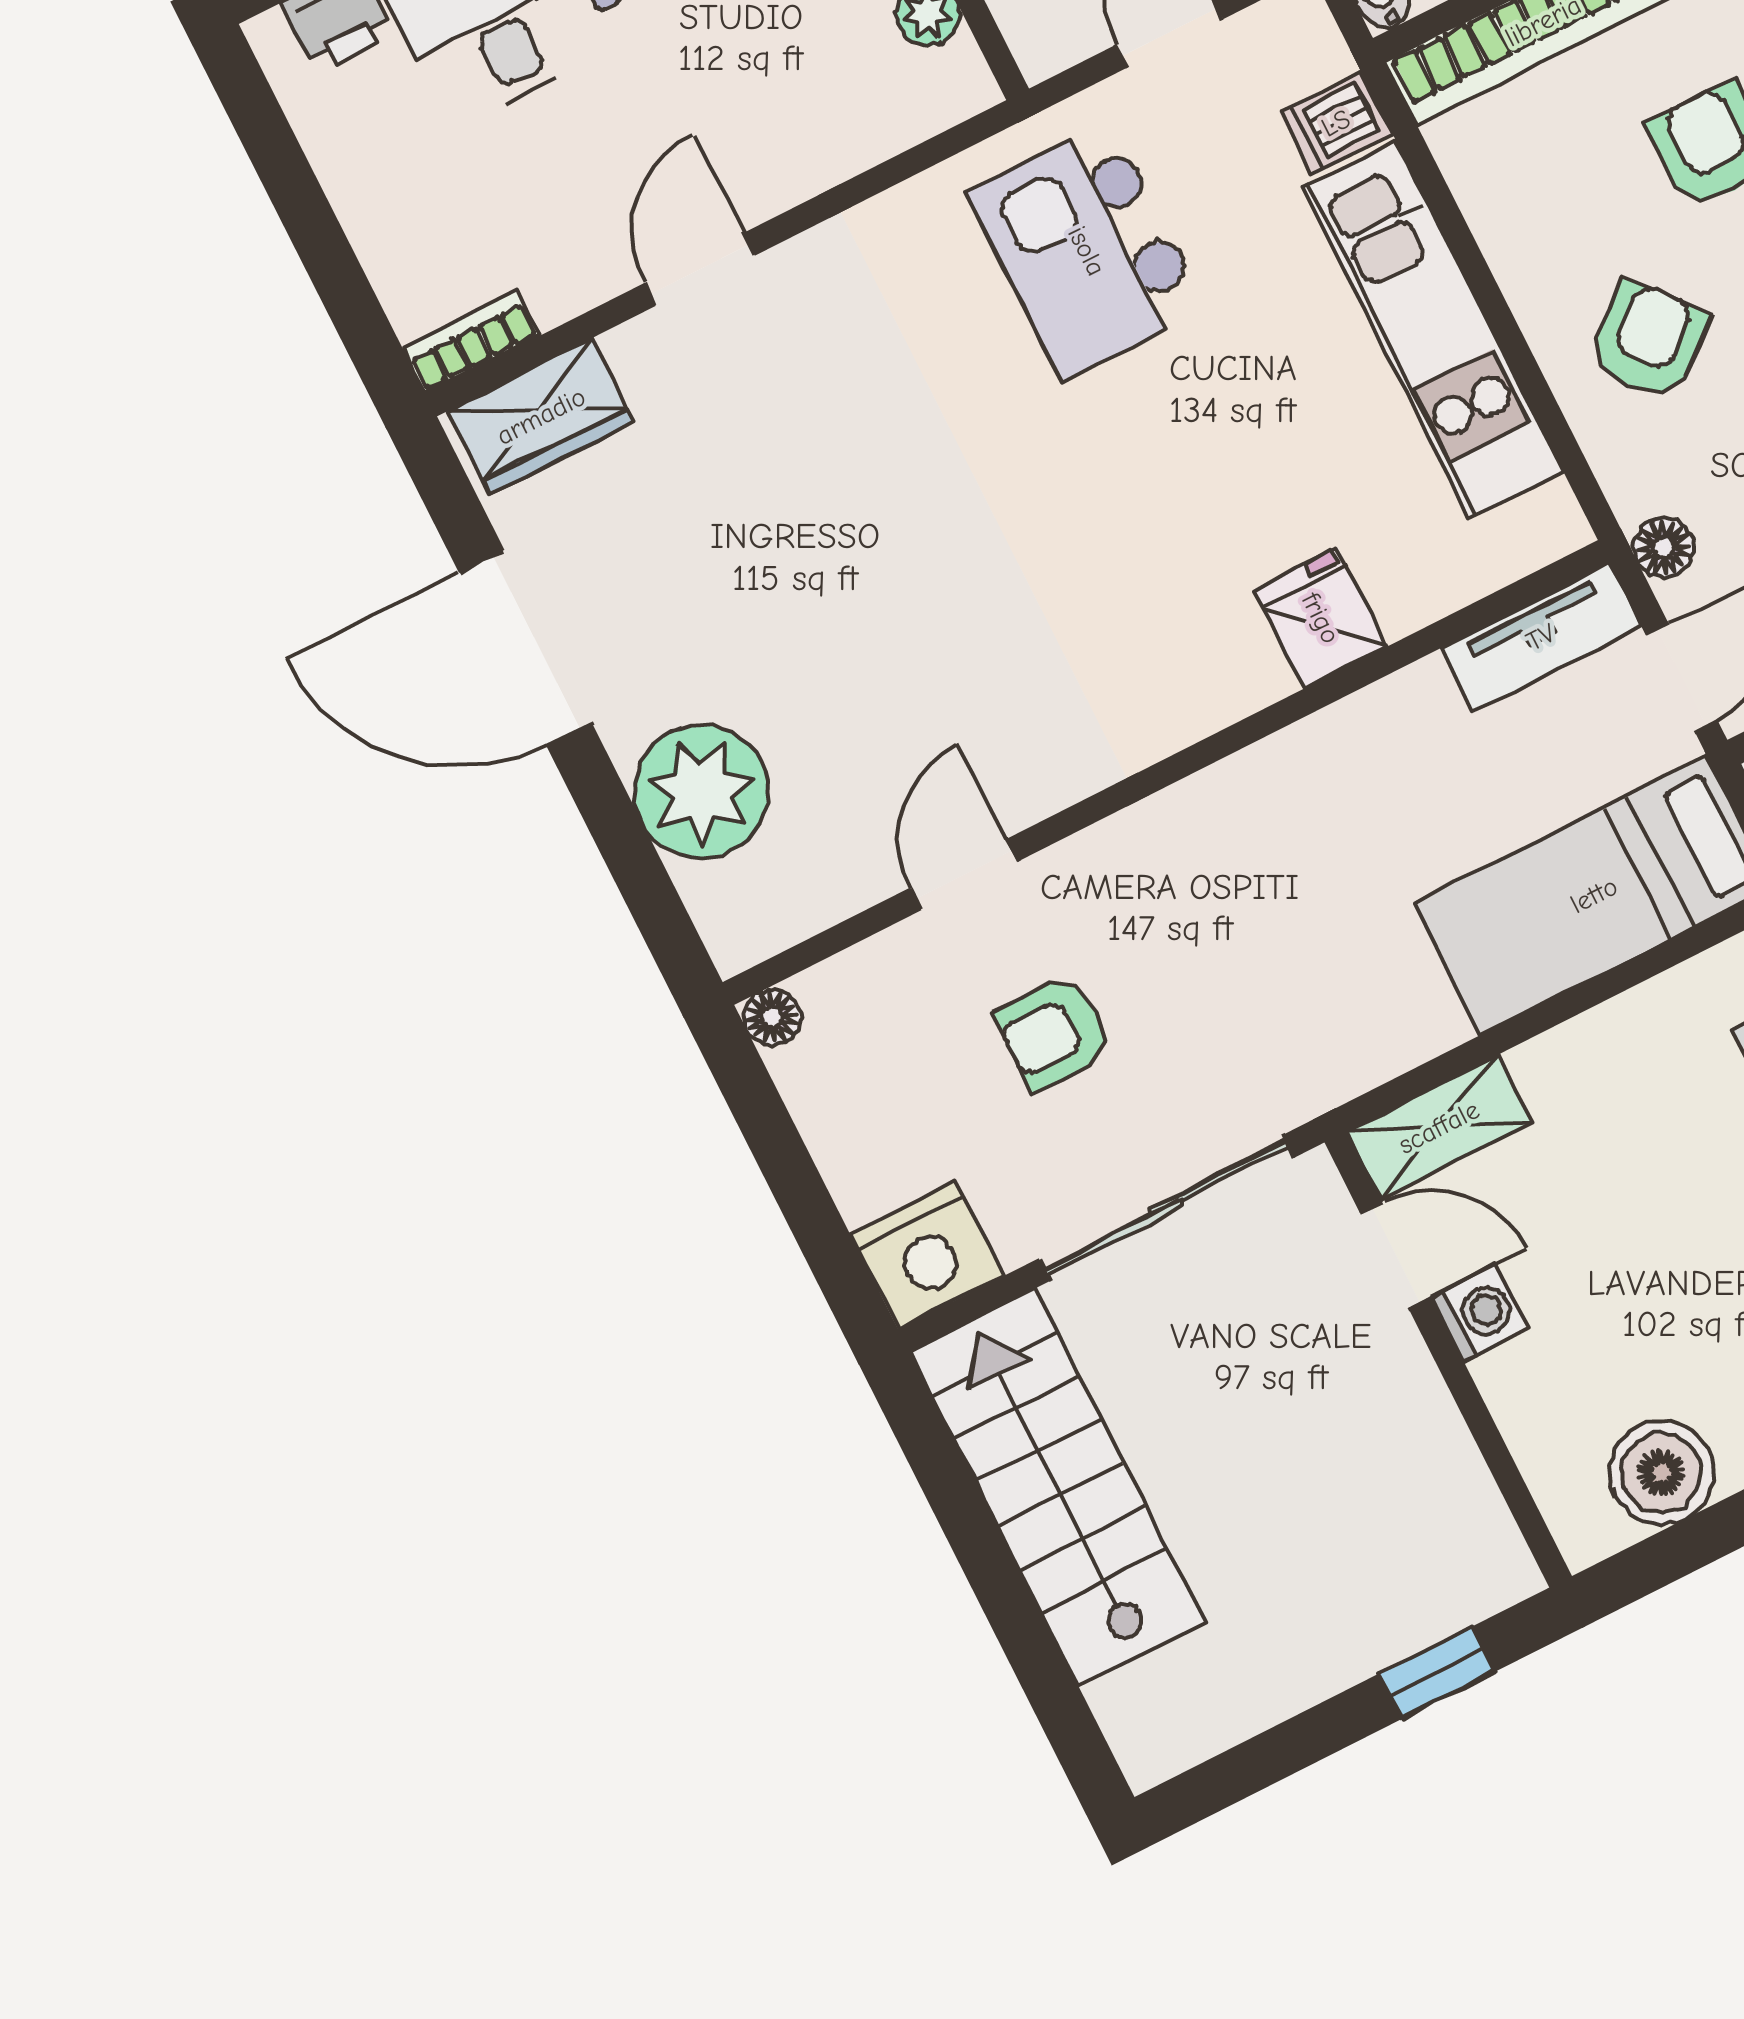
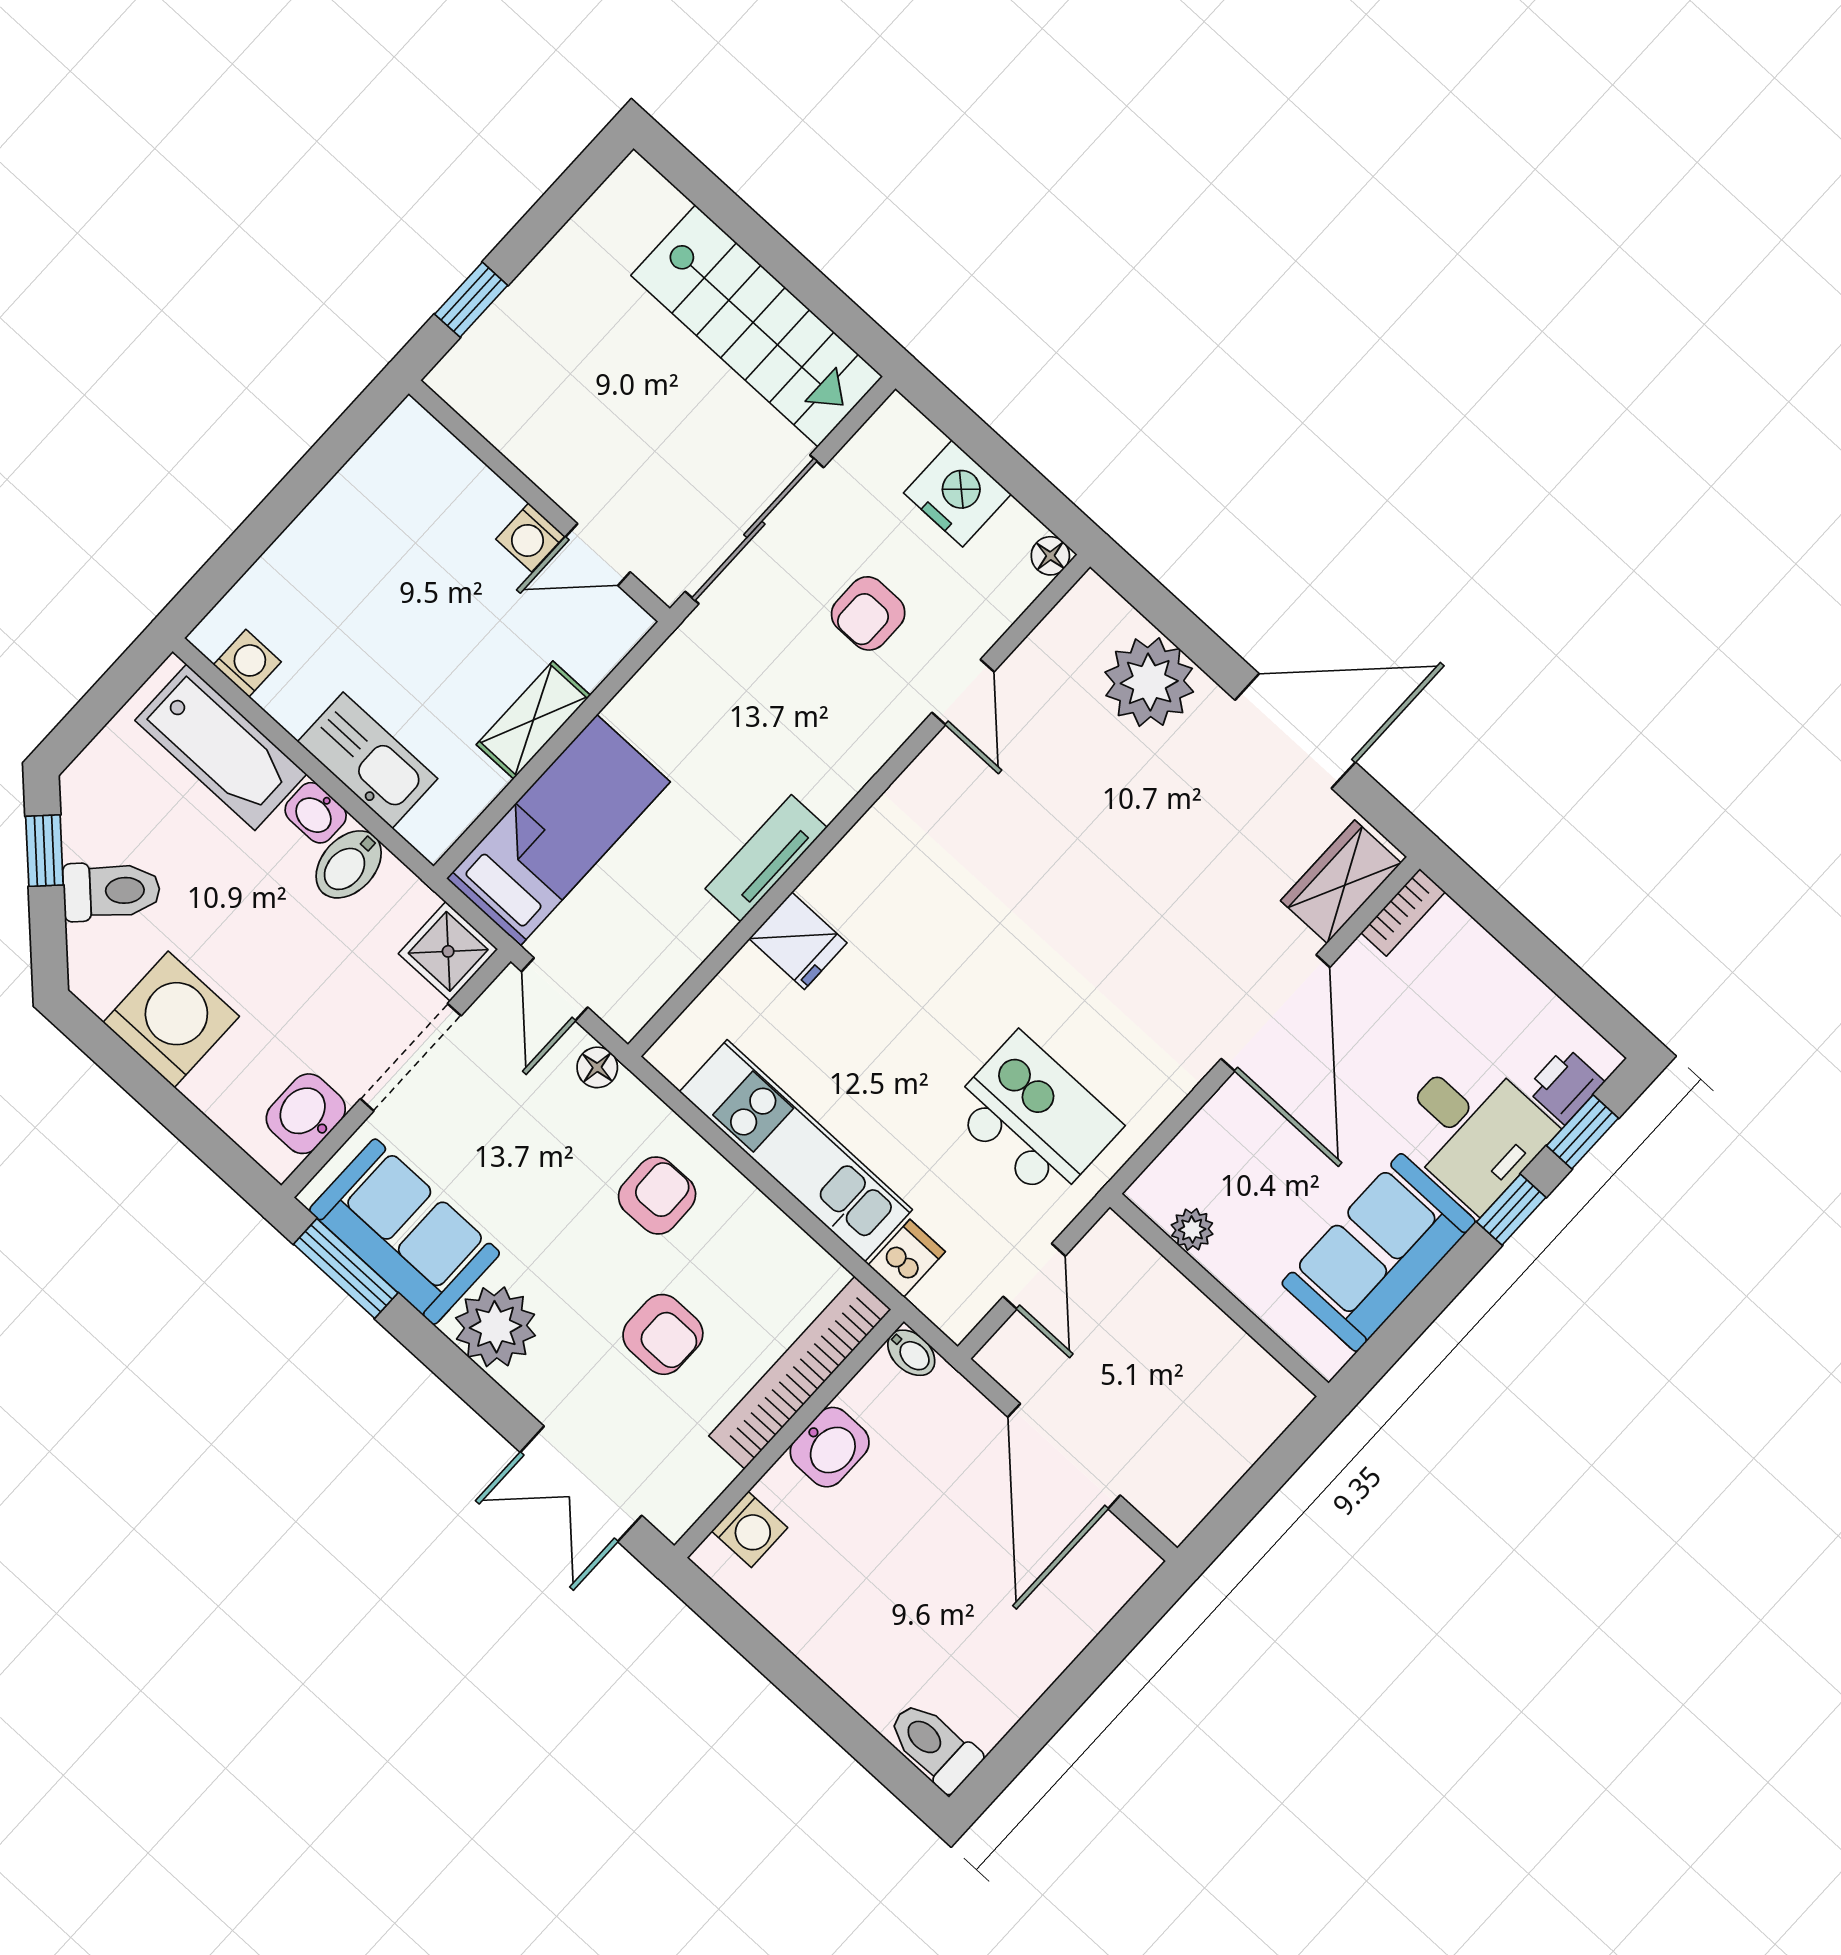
door: (700, 269) -> (1276, 1013), width x1.88
armchair: (1648, 340) -> (657, 1196), turned -141
tv unit: (1541, 637) -> (766, 858), moved
armchair: (1053, 1033) -> (868, 613), turned 180
shelving: (1439, 1127) -> (533, 720), moved
nightstand: (927, 1255) -> (957, 494), moved, turned 90
boiler: (1661, 1473) -> (377, 480), removed

